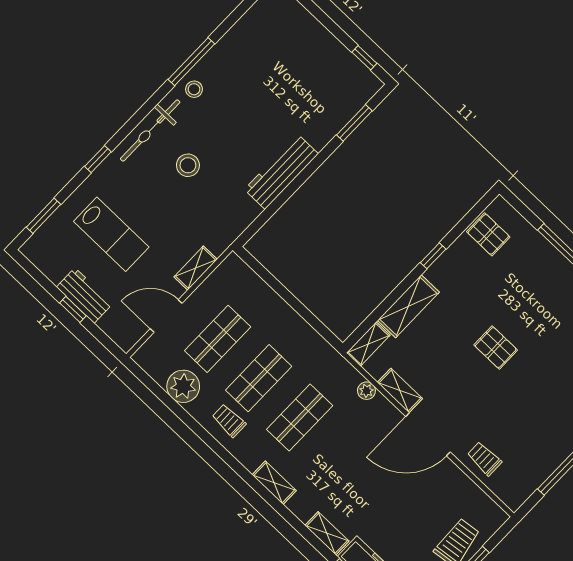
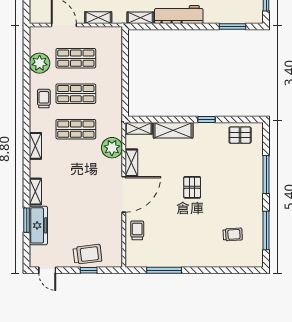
shelving: (242, 220) -> (140, 18), added
pallet: (488, 234) -> (240, 135), turned 90
plant: (366, 391) -> (112, 148), width x1.88, depth x1.88
door: (428, 434) -> (124, 194), swing flipped

